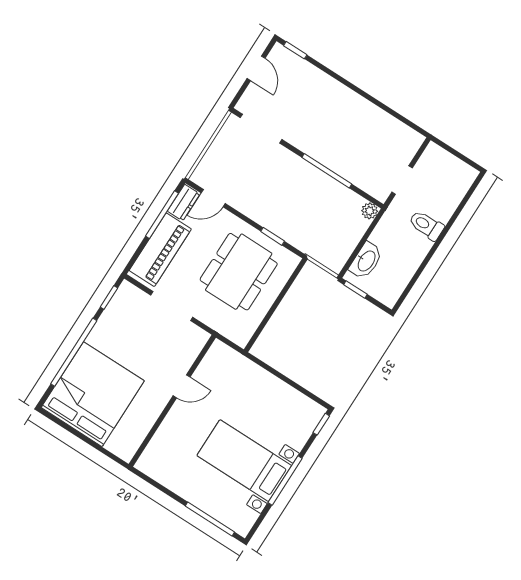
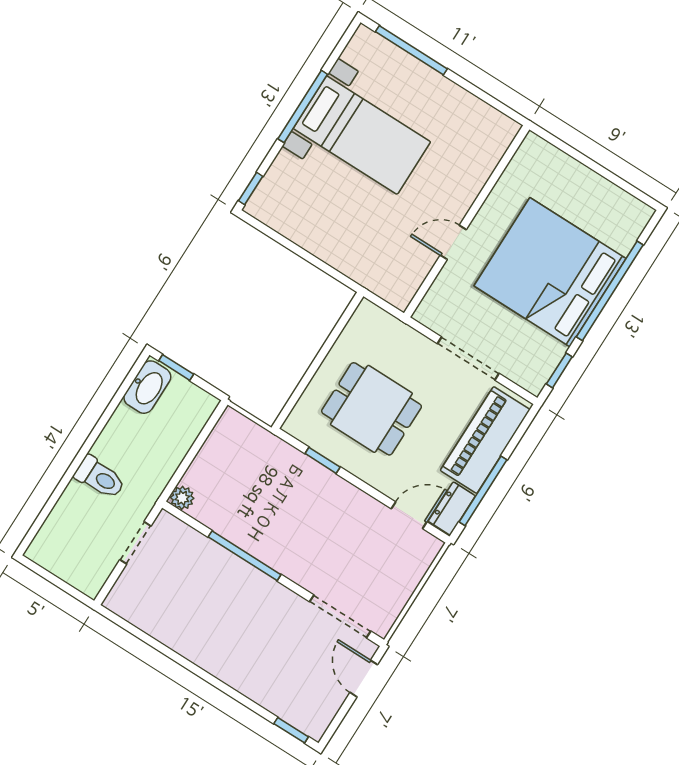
door: (256, 68) -> (364, 679), moved
washbasin: (366, 261) -> (147, 387), moved, turned 180
dining table: (239, 272) -> (371, 409), width x0.73
window: (355, 289) -> (176, 367), moved
bed: (93, 394) -> (550, 272), moved, turned 90

